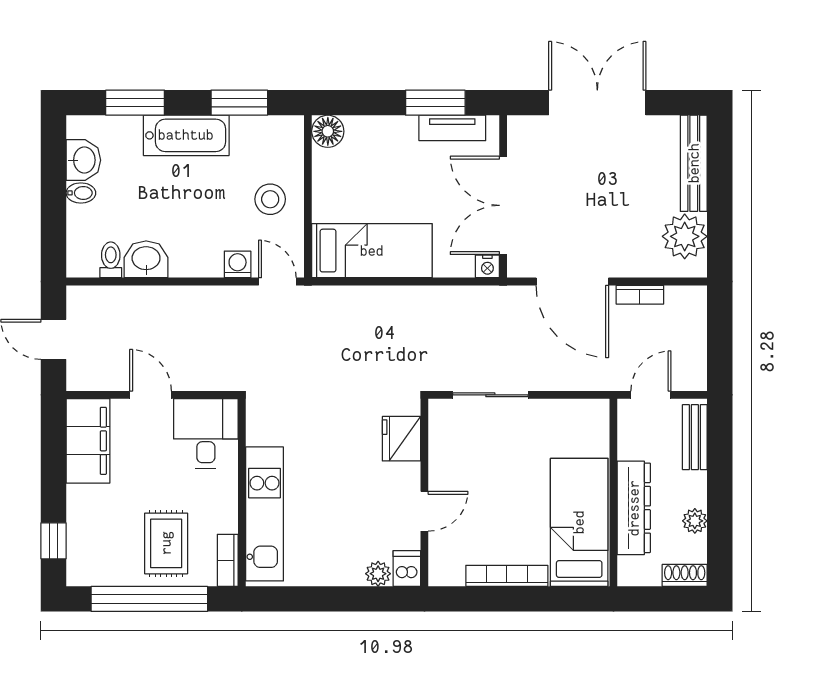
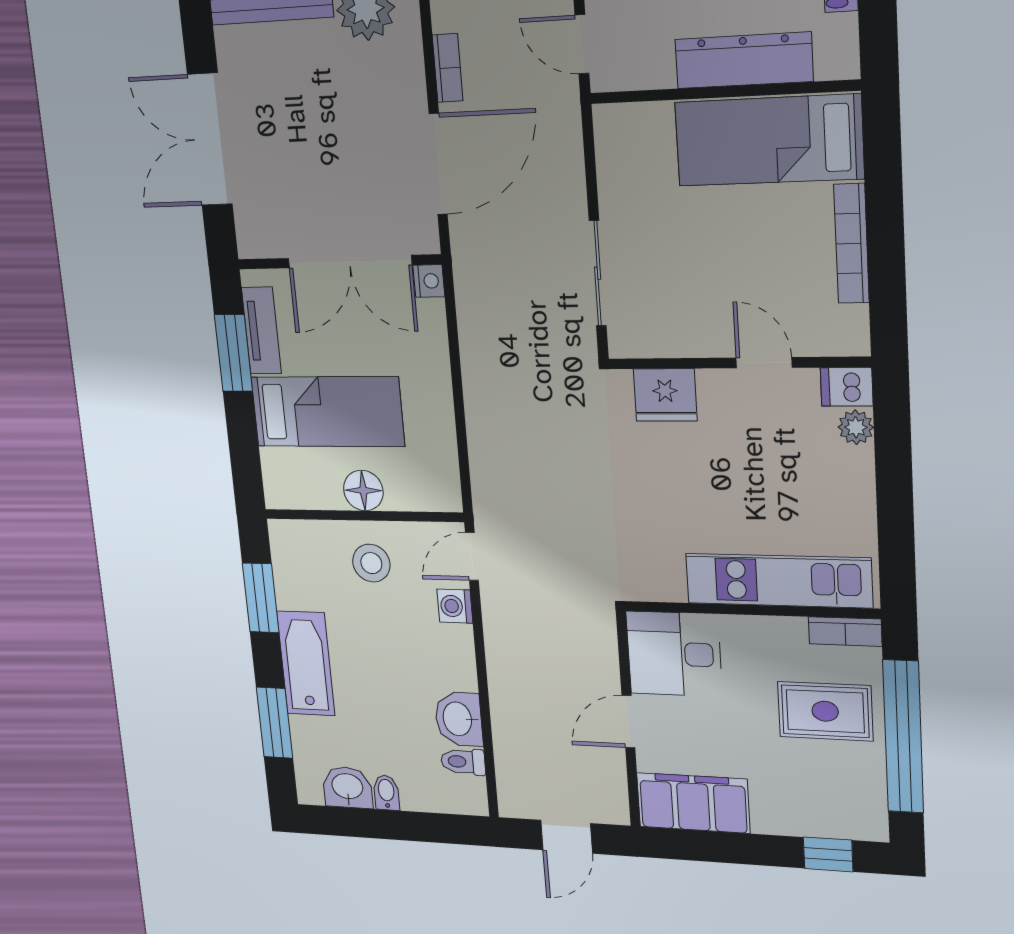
floor lamp: (328, 131) -> (363, 490), moved
bed: (372, 251) -> (327, 412), moved, turned 90

